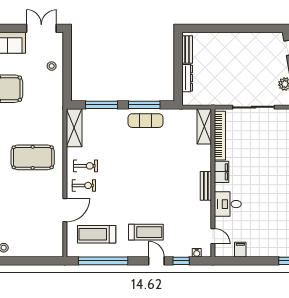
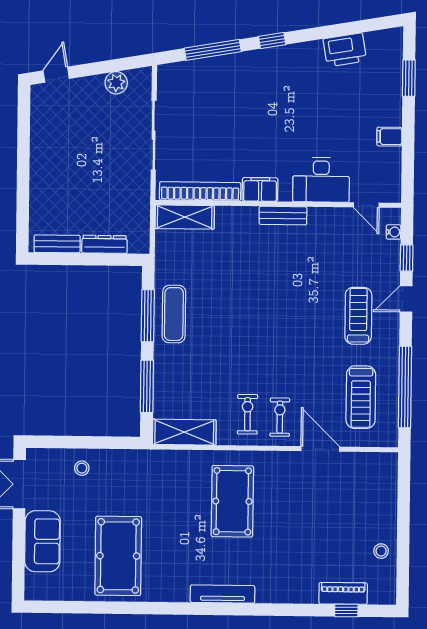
desk: (228, 204) -> (321, 180), width x1.37
door: (213, 236) -> (366, 205), swing flipped
filing cabinet: (240, 250) -> (389, 137), moved

